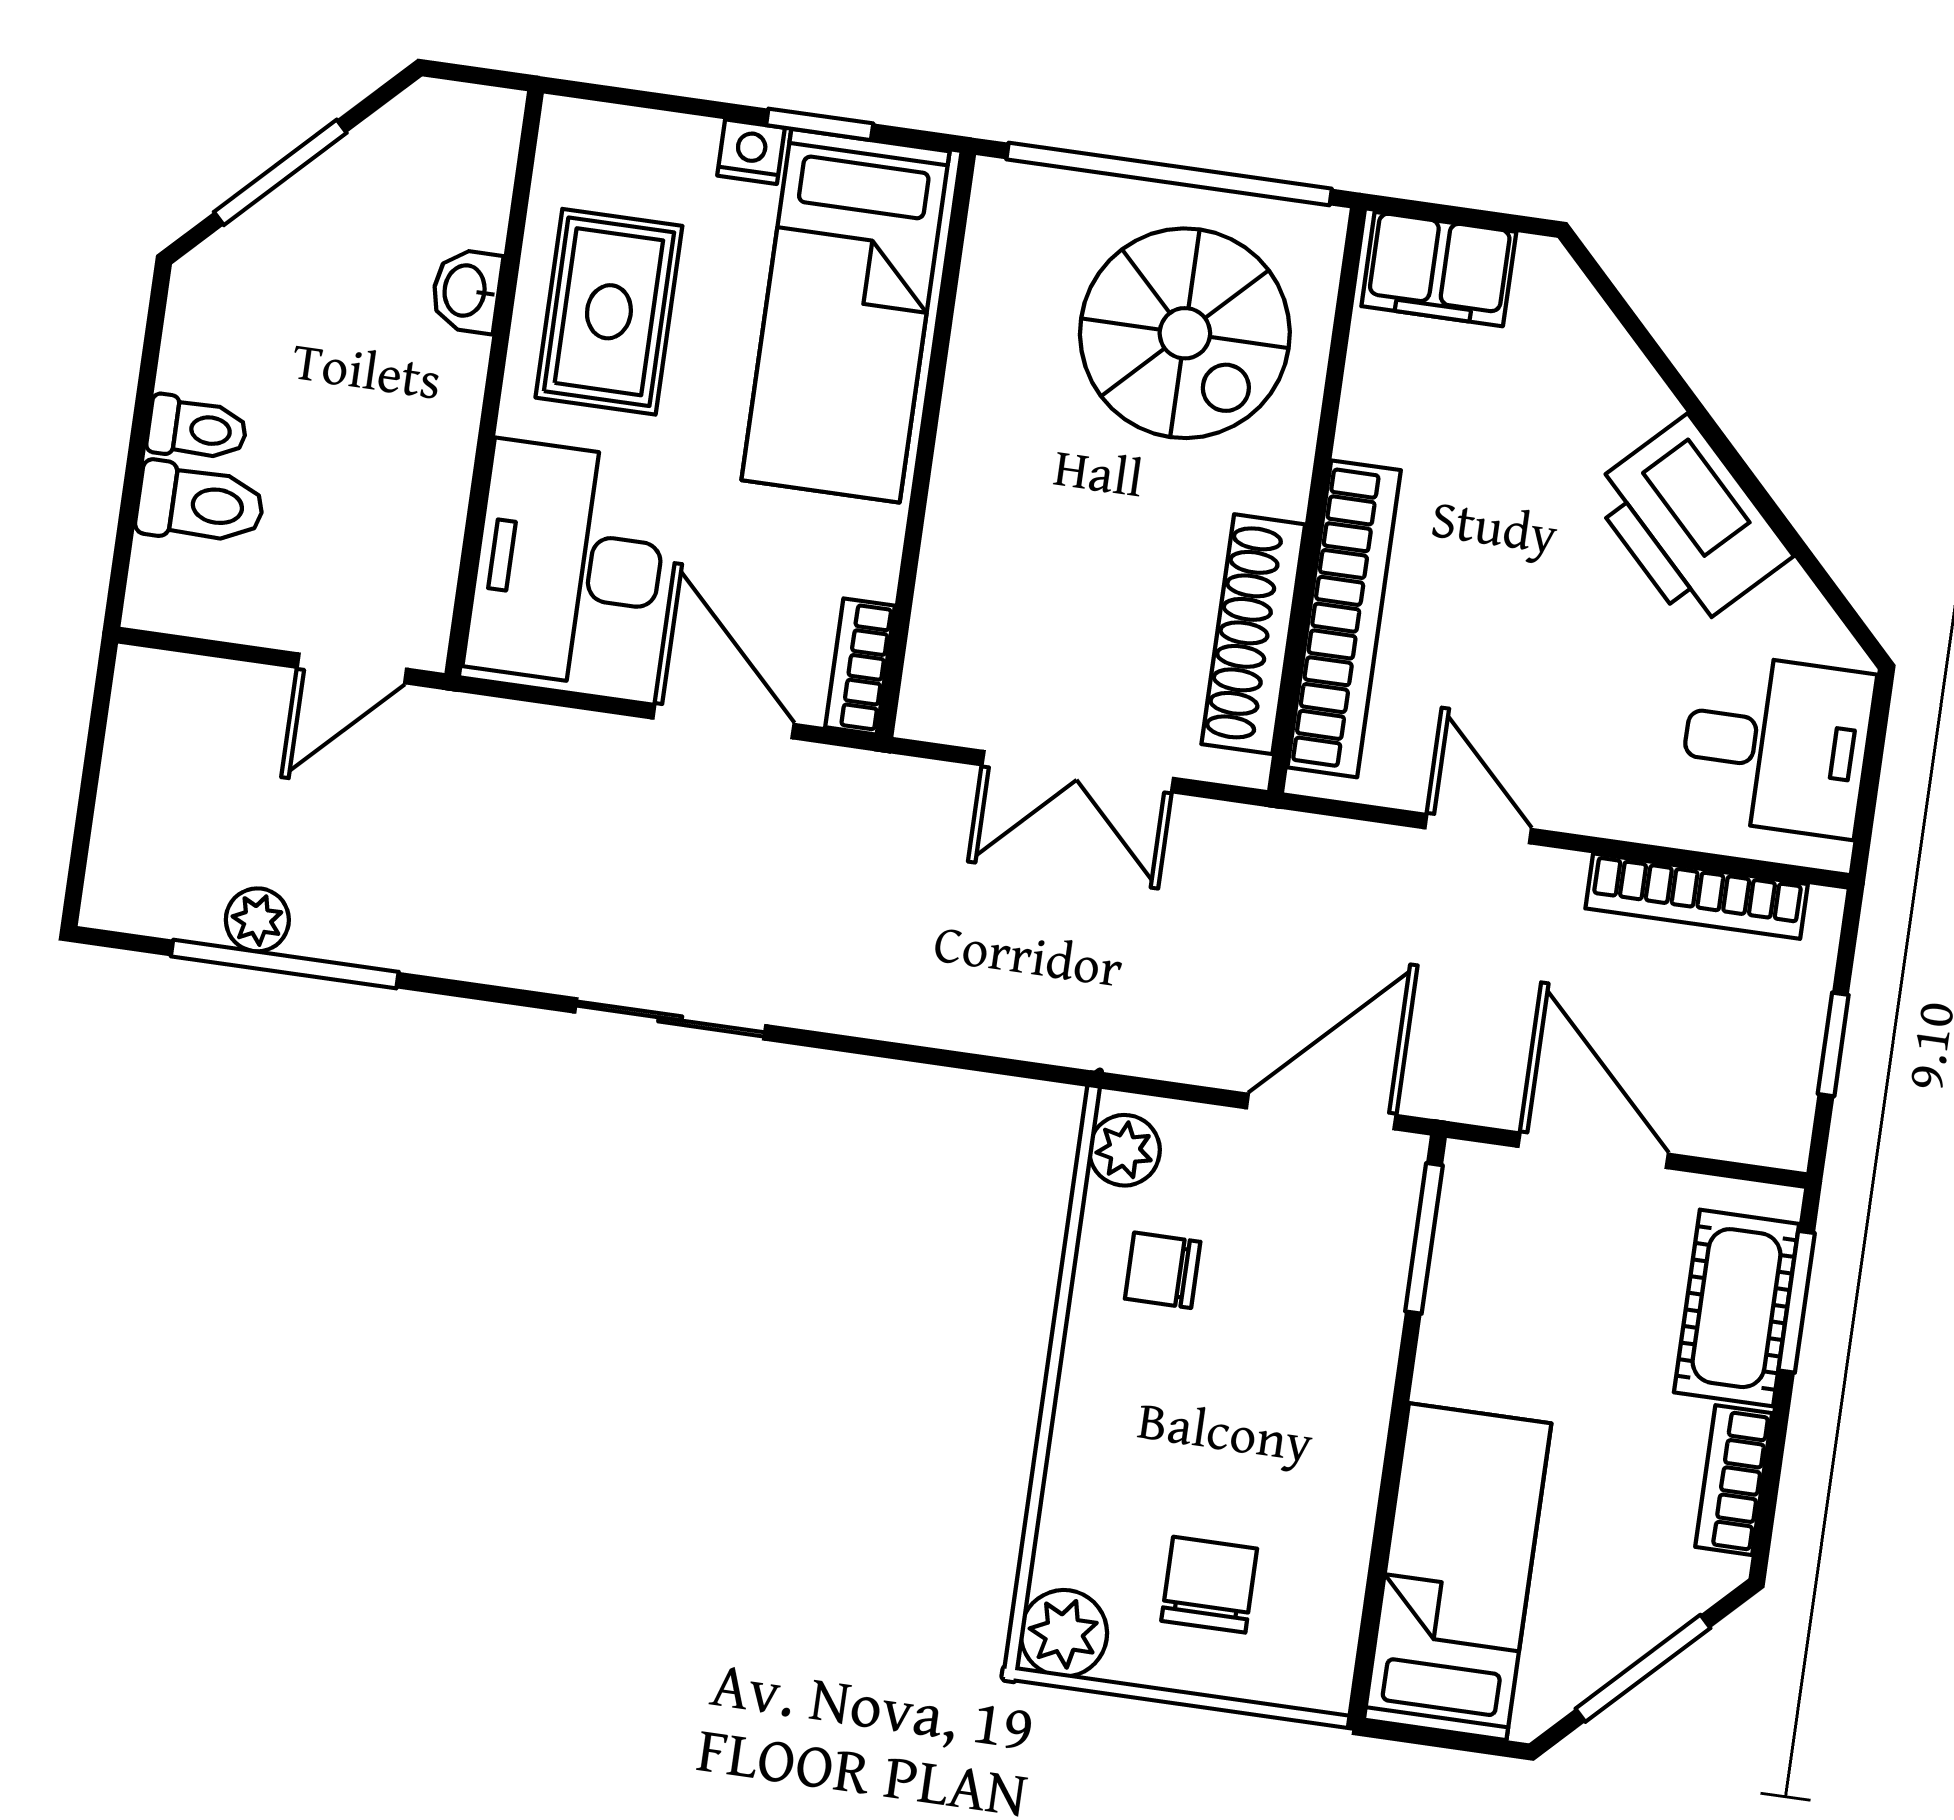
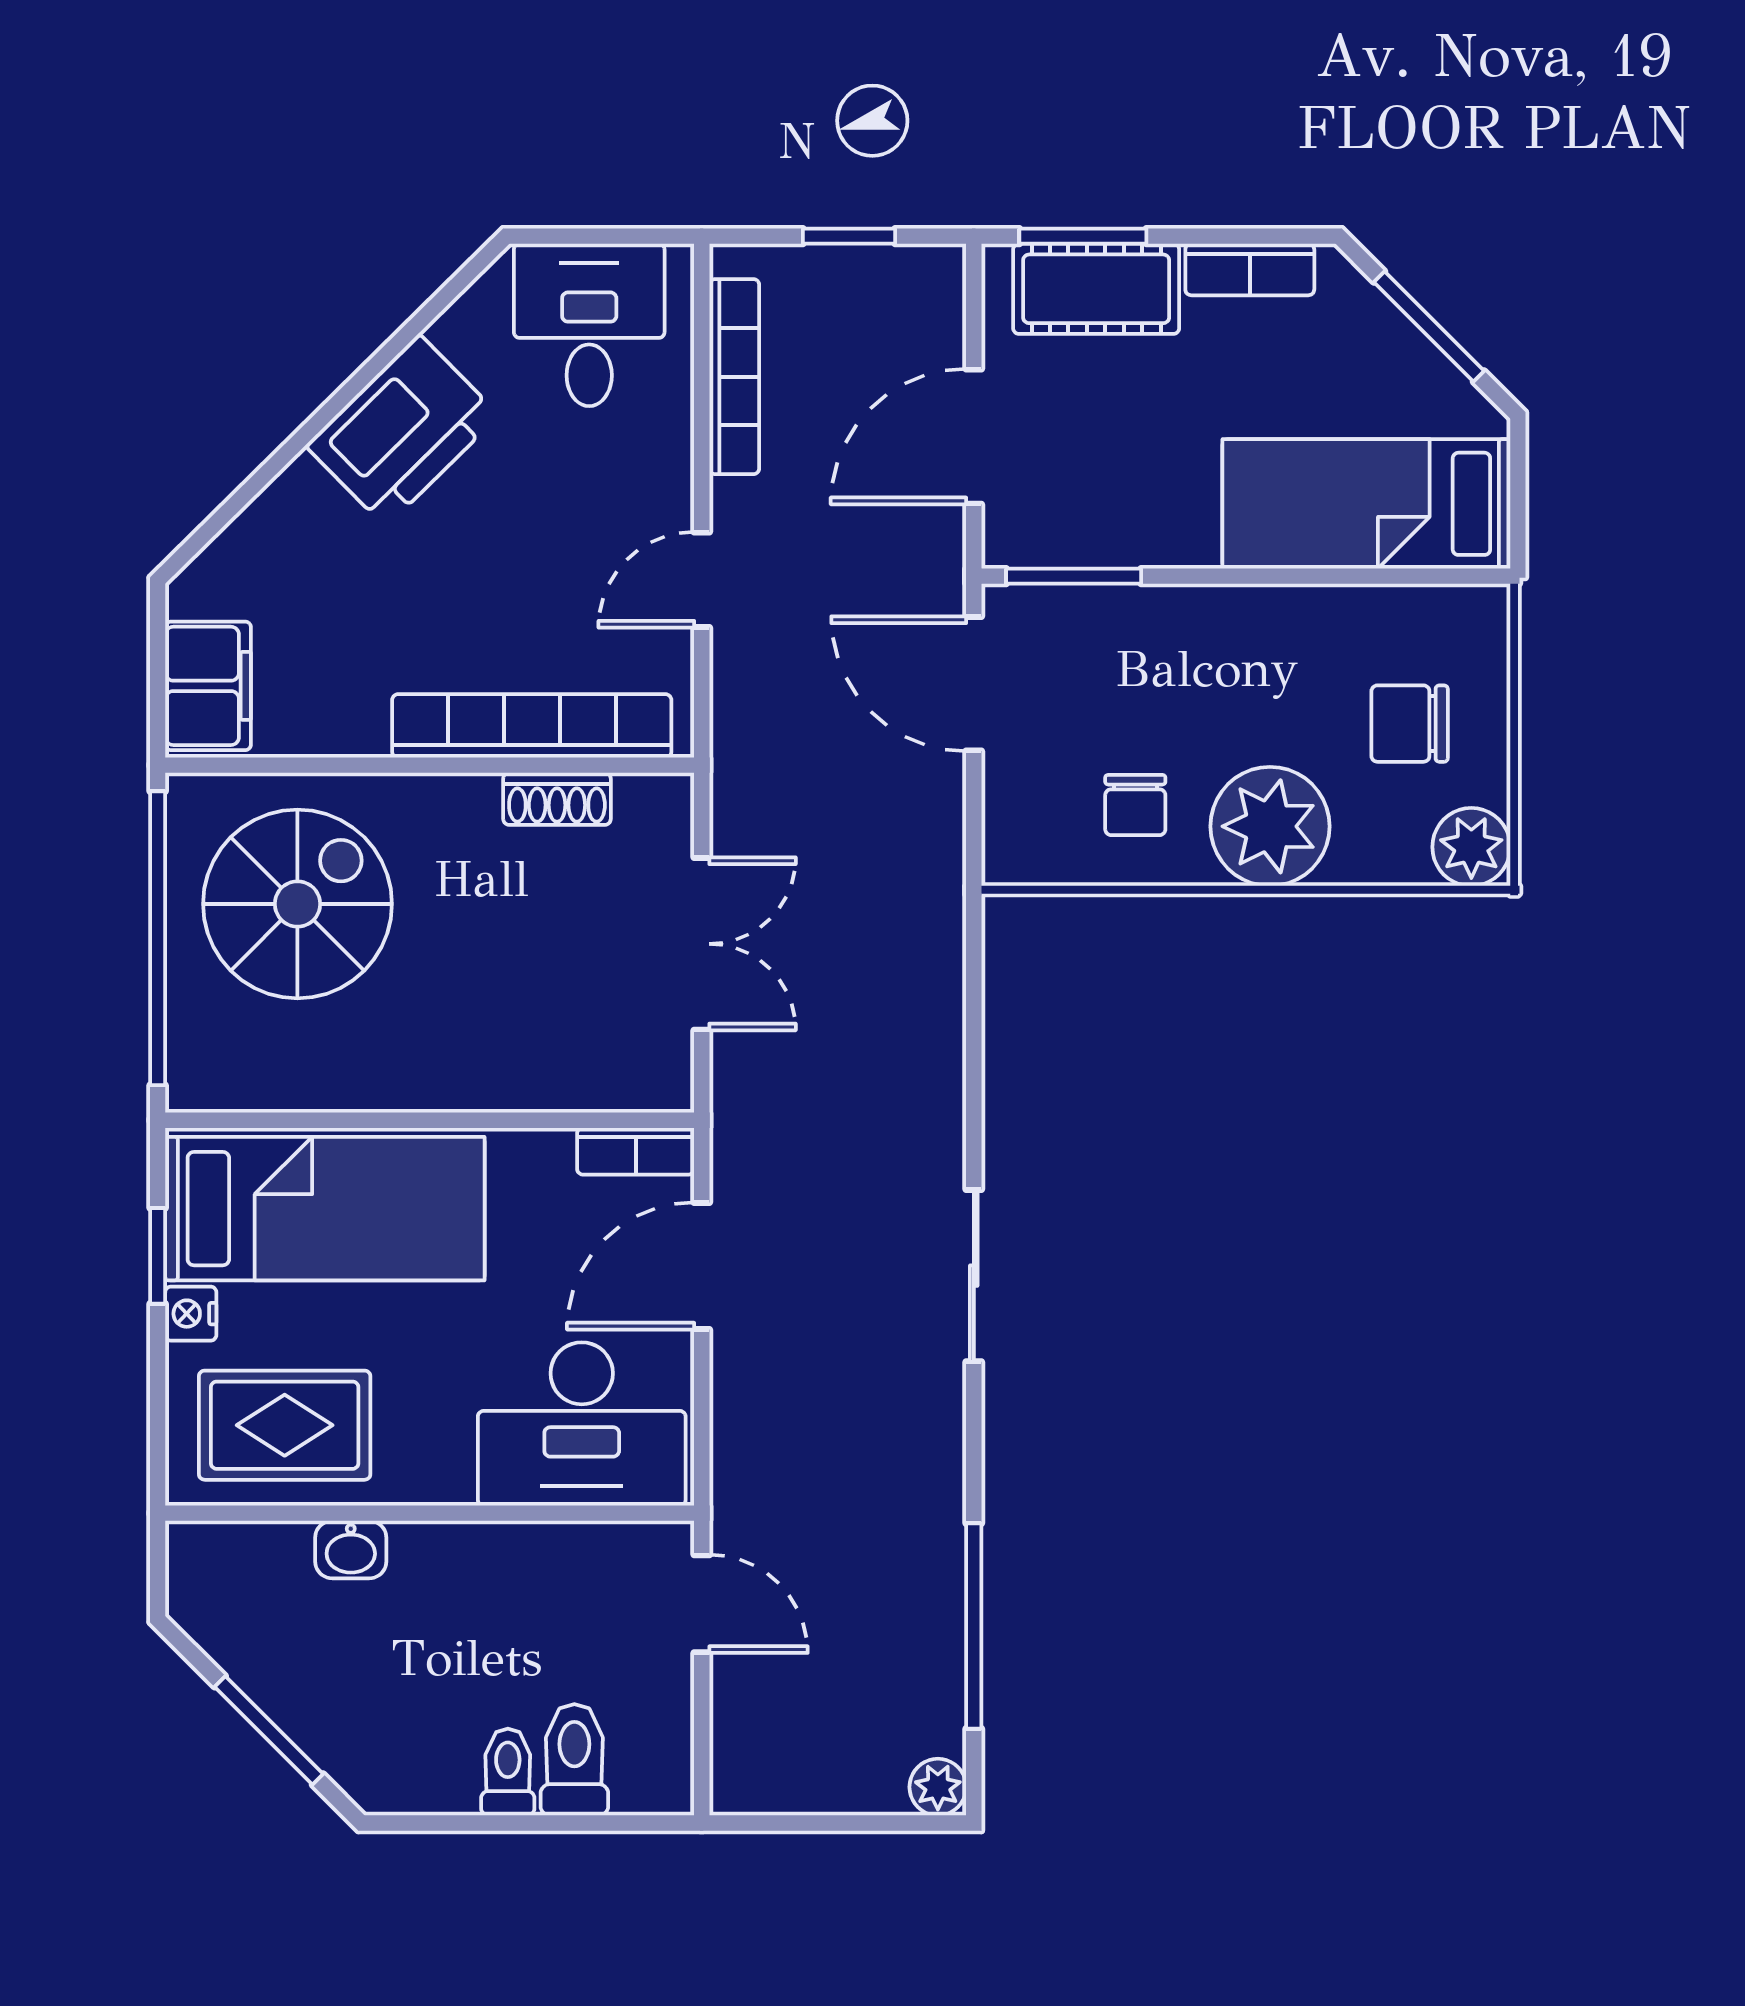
rug: (609, 312) -> (285, 1425), moved
shoe rack: (1253, 634) -> (557, 799), width x0.51, depth x0.81
plant: (257, 920) -> (938, 1787), moved
plant: (1124, 1150) -> (1270, 826), moved, width x1.88, depth x1.88

